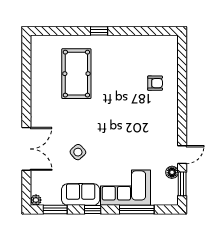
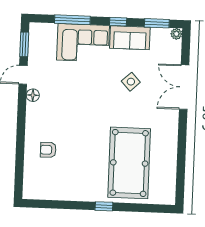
pool table: (76, 74) -> (129, 163), width x1.36, depth x1.32
floor lamp: (172, 172) -> (33, 95), moved

